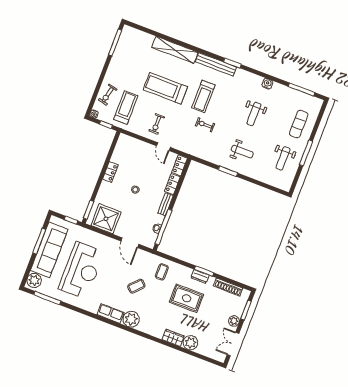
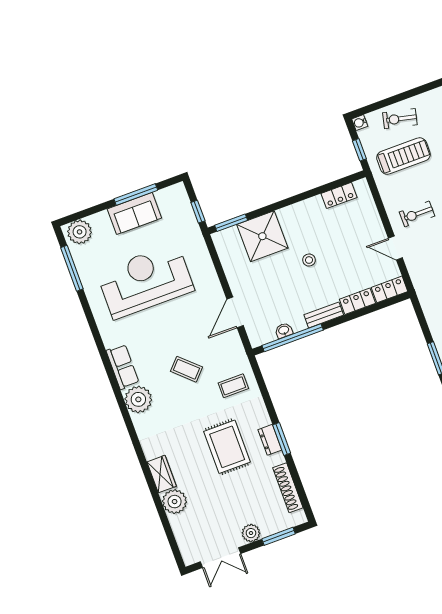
door: (163, 147) -> (395, 248), hinge flipped
locker: (110, 172) -> (339, 195), moved
shower: (106, 219) -> (262, 236), moved
sofa: (49, 250) -> (134, 213), width x0.54, depth x0.79
reception desk: (81, 270) -> (145, 281), turned 180
double door: (233, 344) -> (220, 558), swing flipped

